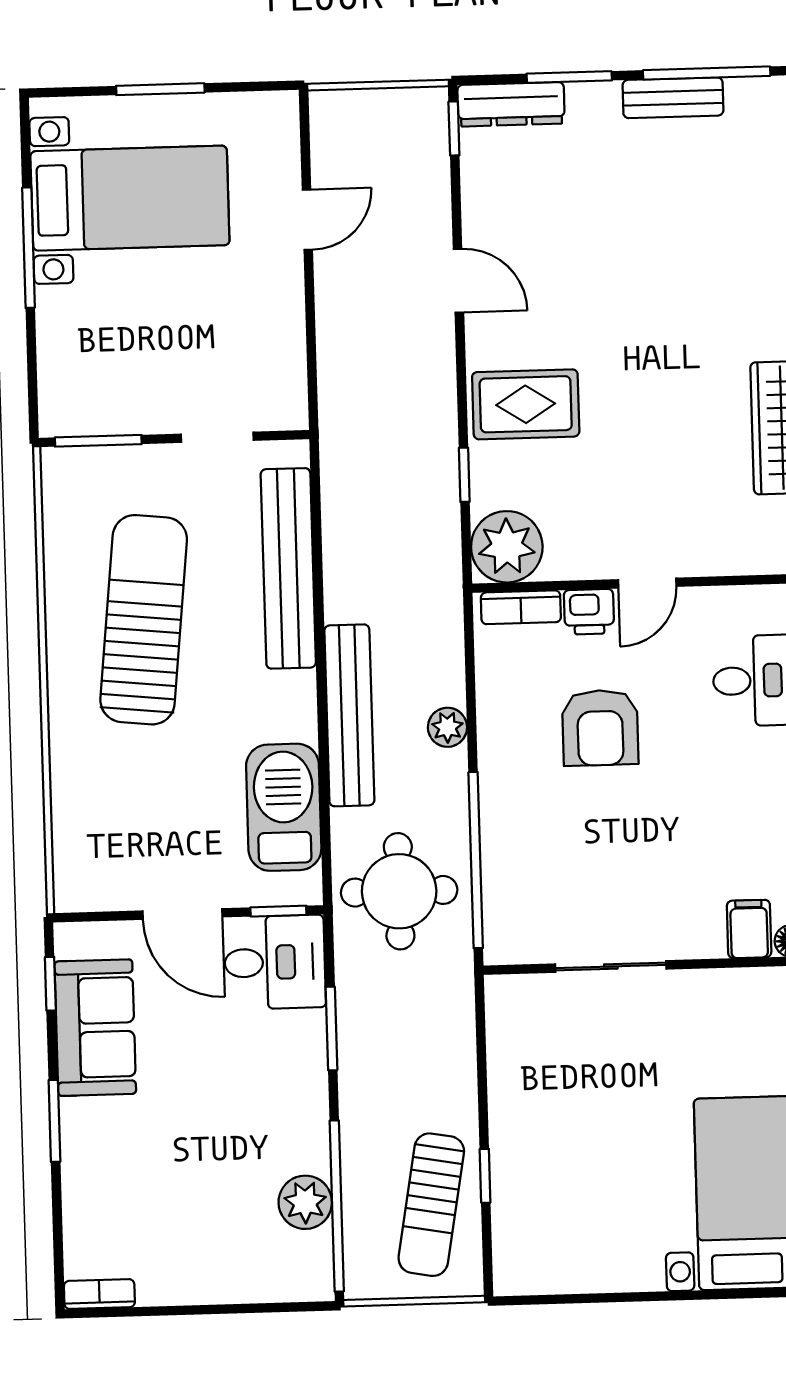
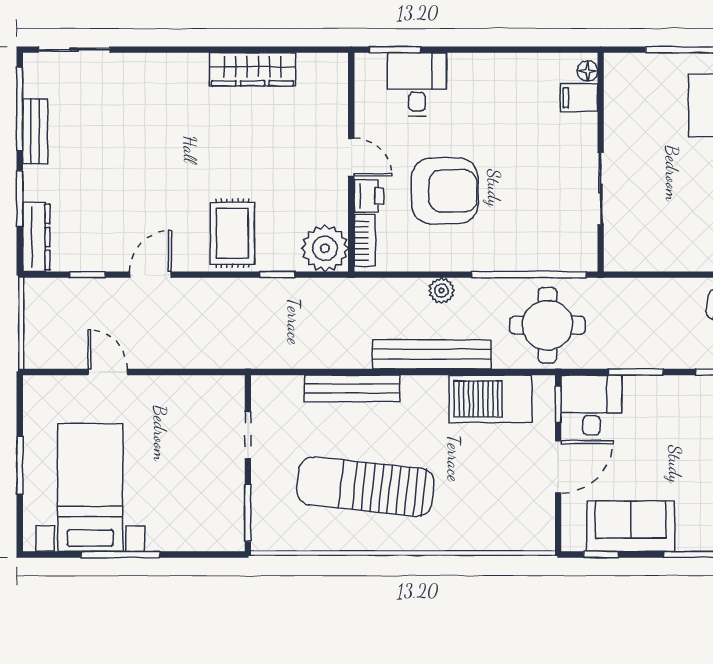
window: (454, 128) -> (87, 275), moved
bench: (288, 568) -> (352, 388), width x0.73, depth x0.82
armchair: (600, 728) -> (445, 191), width x1.36, depth x1.36

